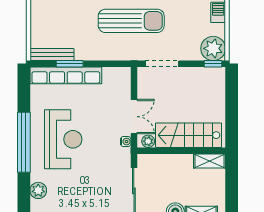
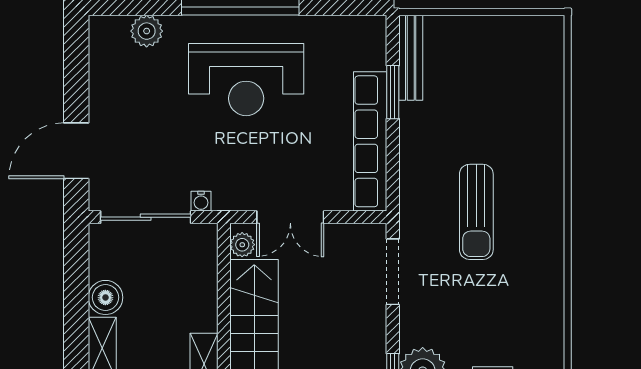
sun lounger: (131, 21) -> (476, 212), width x0.73, depth x0.75
row of seats: (66, 75) -> (370, 141), moved
water cooler: (126, 142) -> (201, 201), moved

